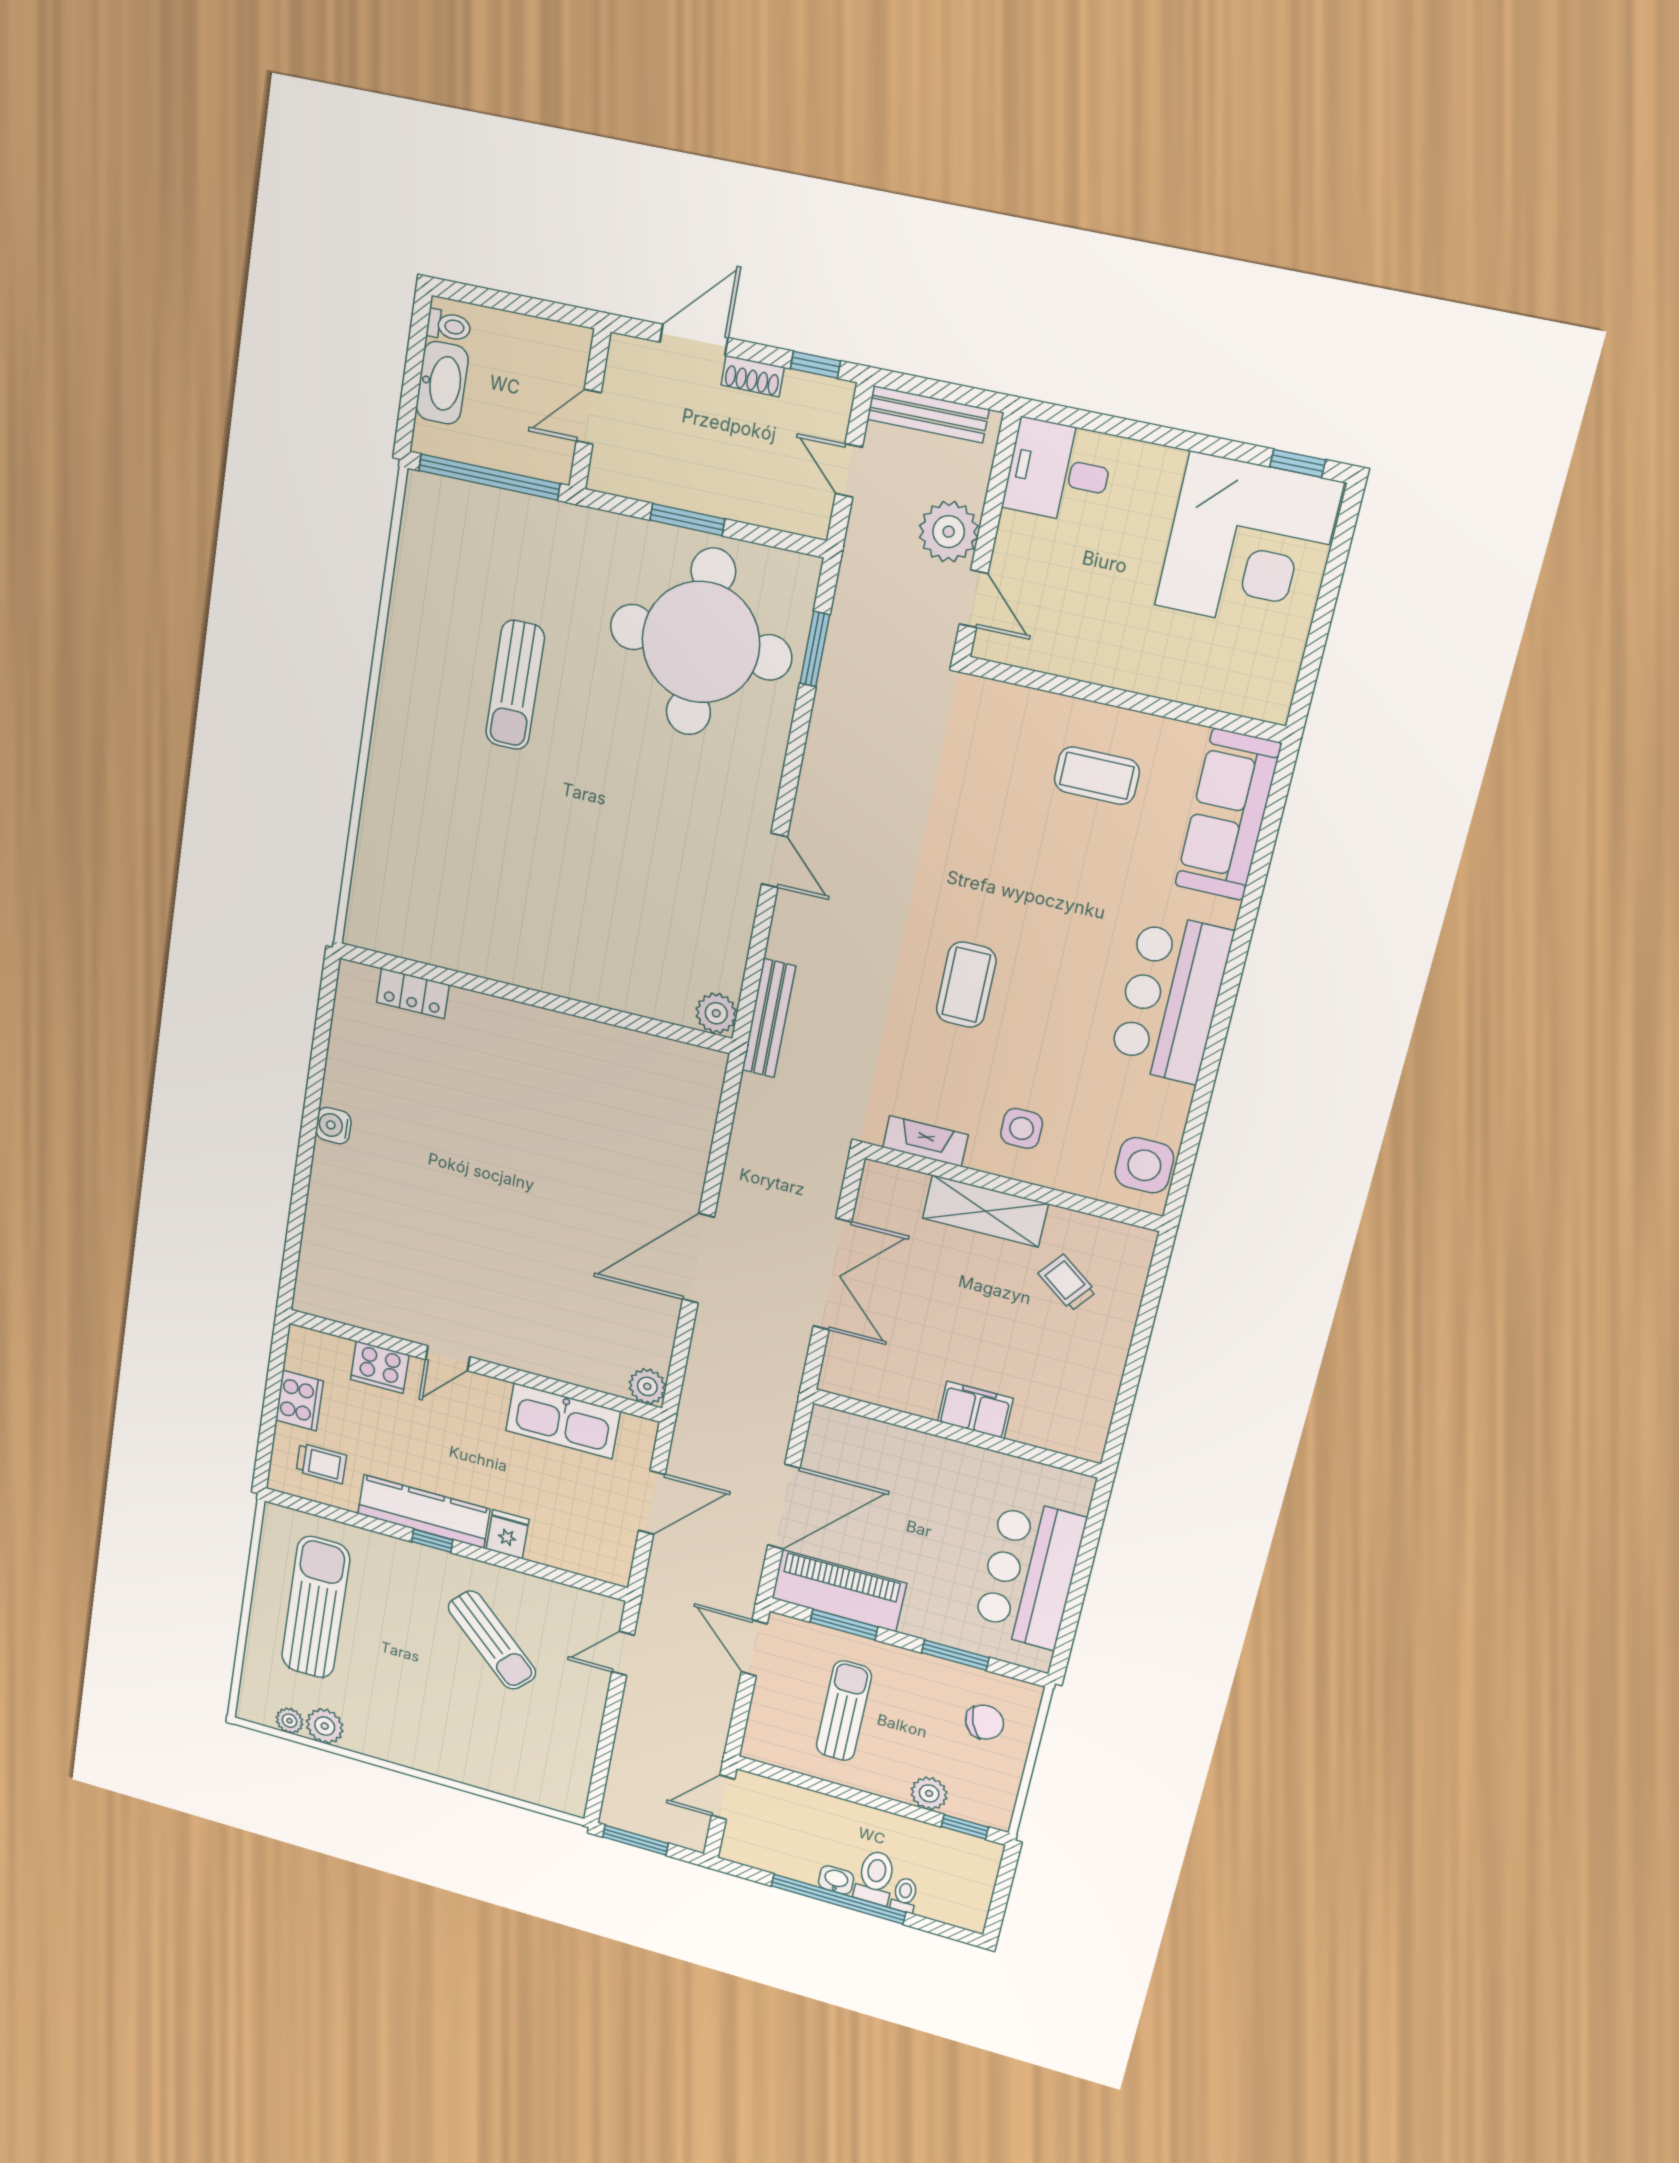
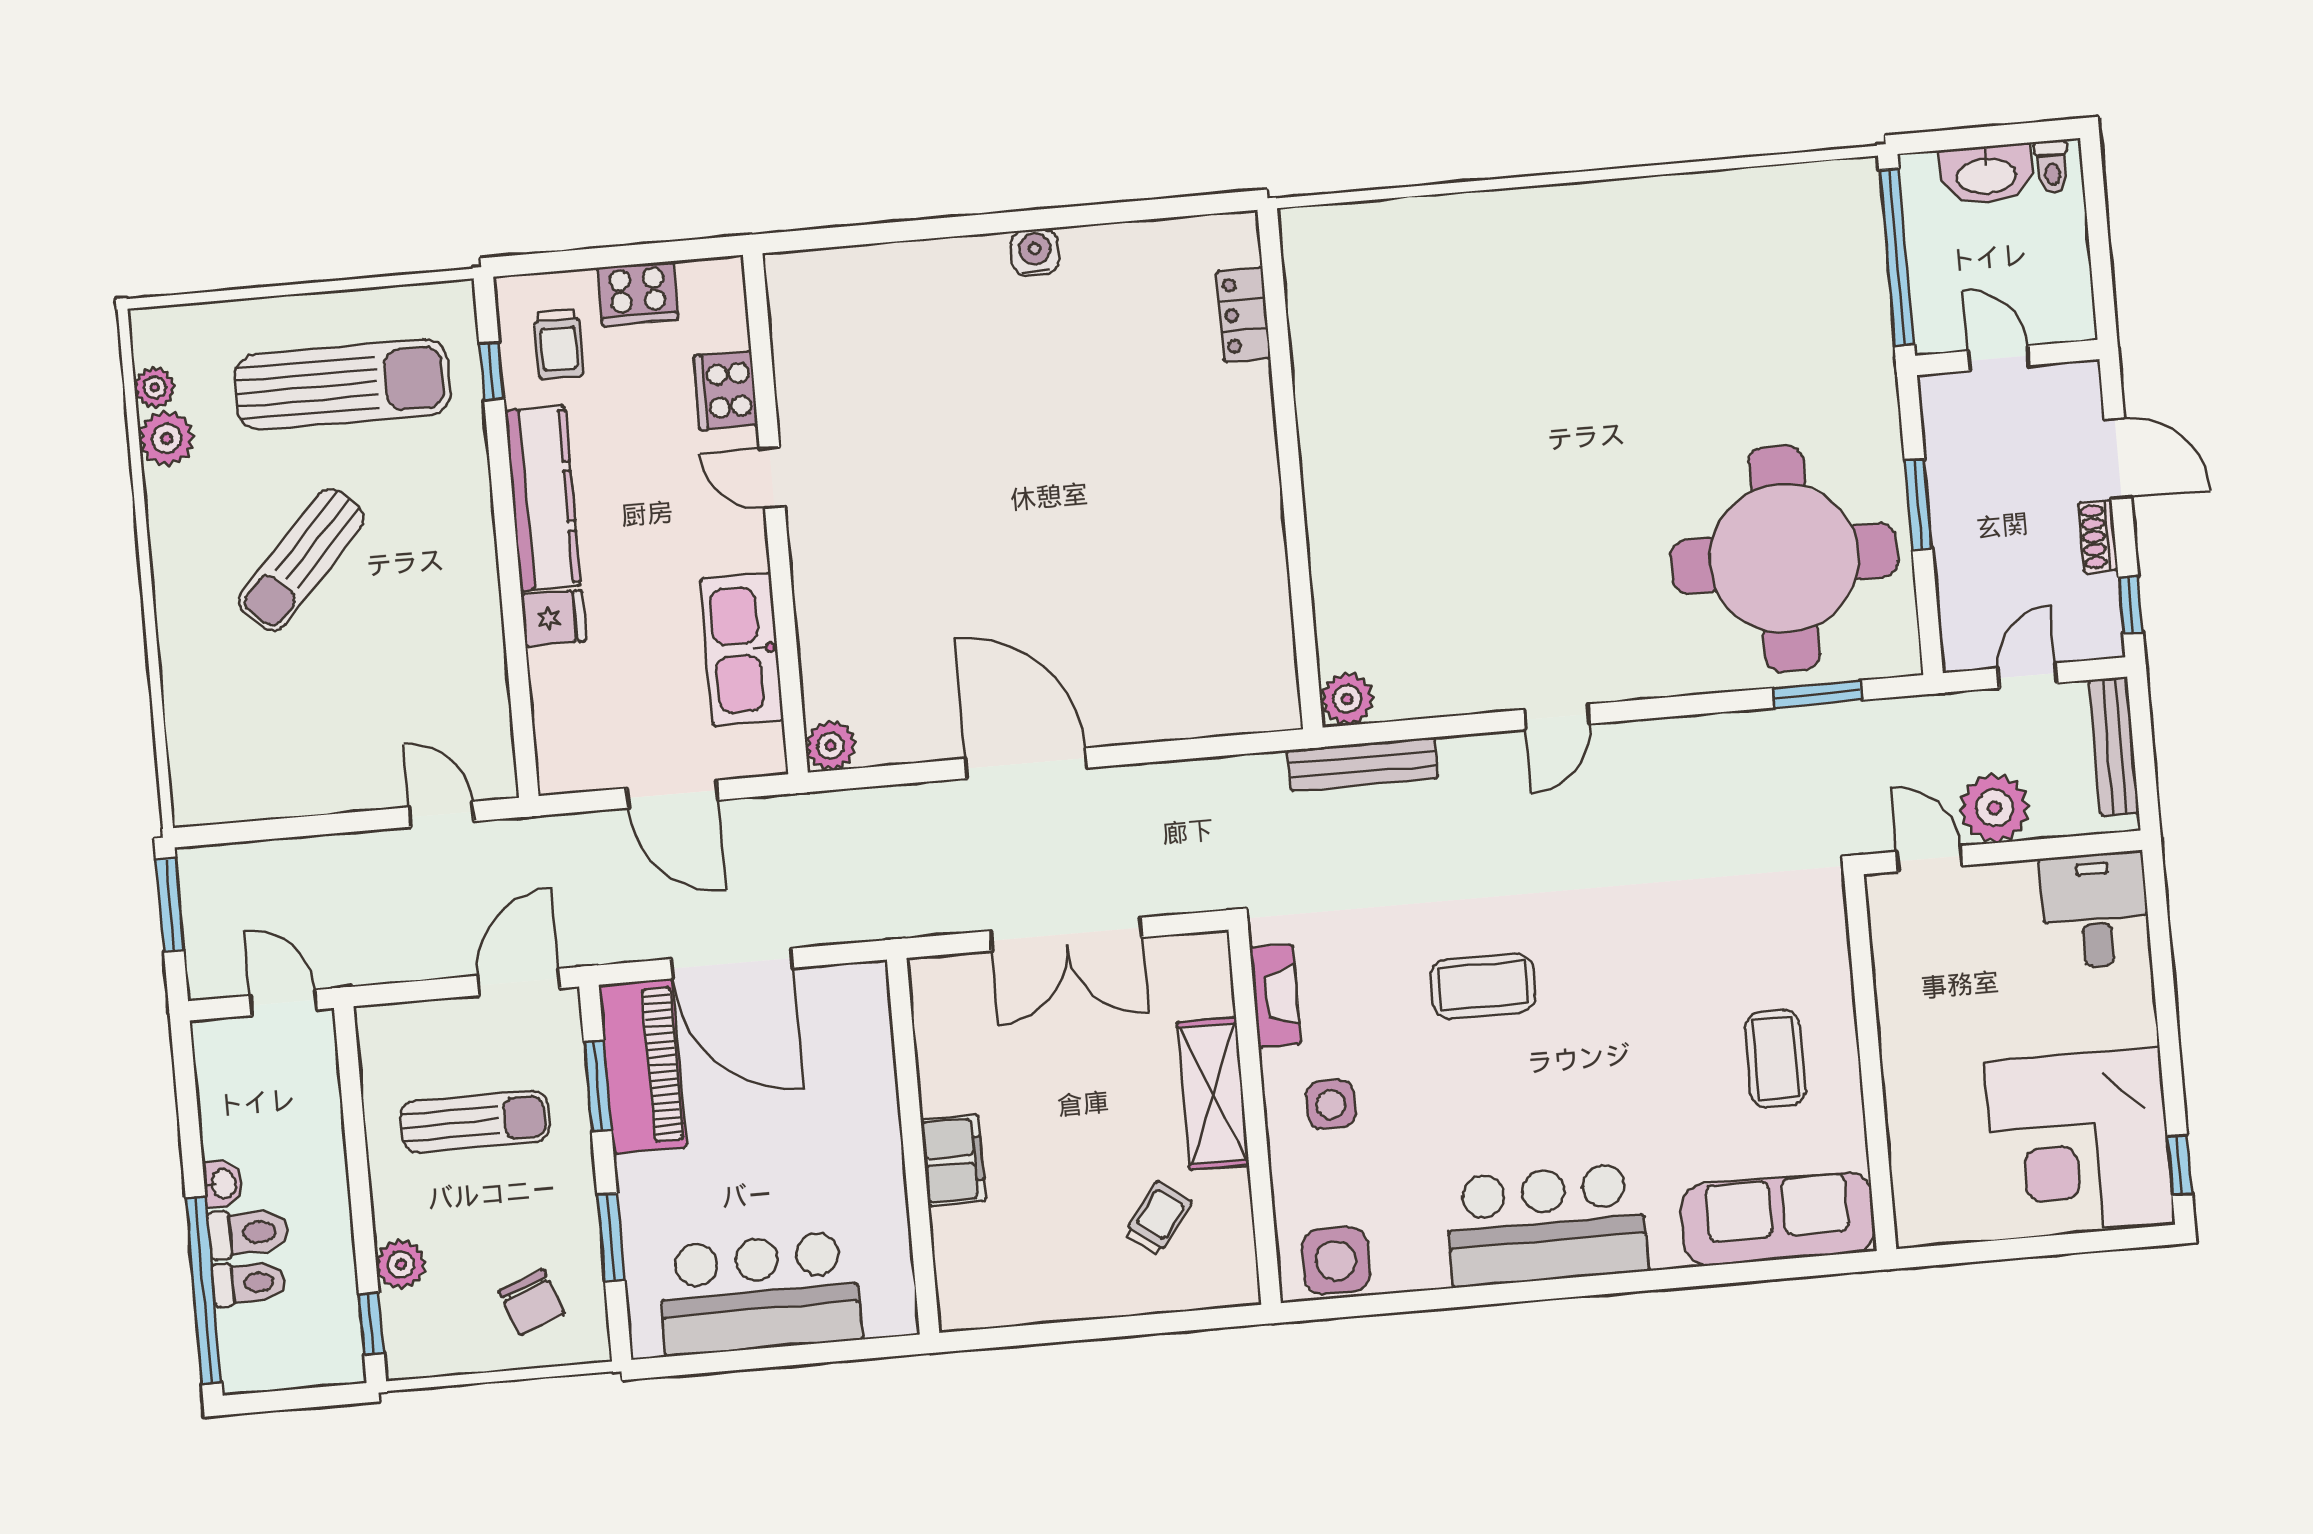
door: (974, 599) -> (1929, 859), swing flipped
sun lounger: (515, 685) -> (1665, 349), removed
window: (432, 1541) -> (492, 371), moved
sun lounger: (492, 1640) -> (301, 560), moved
toilet: (905, 1895) -> (249, 1283), width x1.37, depth x1.39
window: (838, 1899) -> (204, 1290), moved

